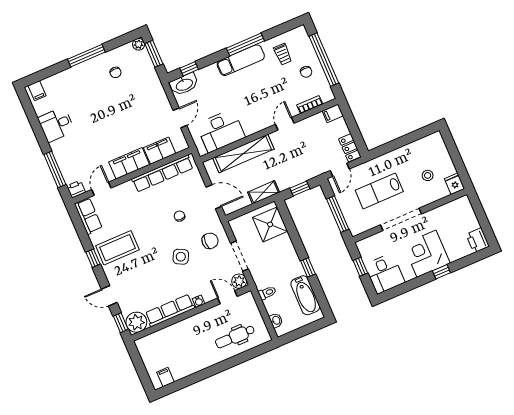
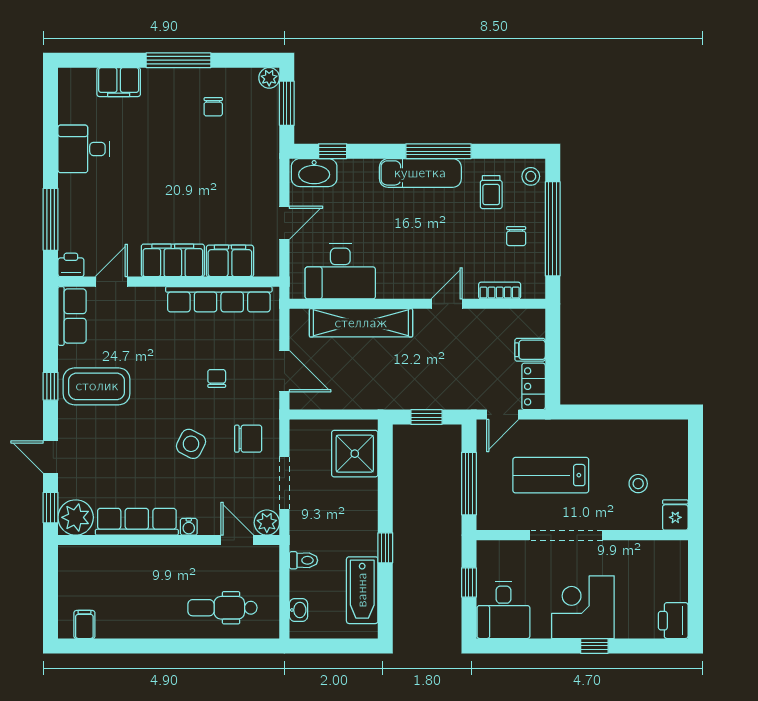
stool: (300, 37) -> (531, 176), added
filing cabinet: (37, 91) -> (119, 82), moved, width x2.00
filing cabinet: (333, 113) -> (530, 350), moved
shelving: (264, 192) -> (366, 398), removed

